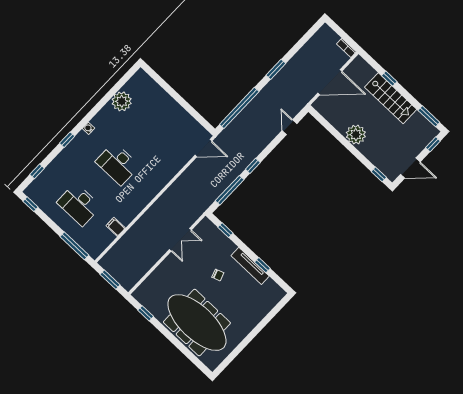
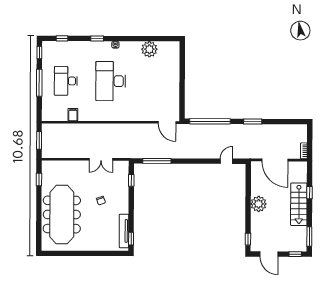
desk: (118, 164) -> (111, 81), width x1.36, depth x1.30
window: (253, 166) -> (184, 161), removed
window: (74, 246) -> (39, 83), moved
window: (262, 265) -> (131, 239), moved
tv unit: (250, 266) -> (124, 231), moved

